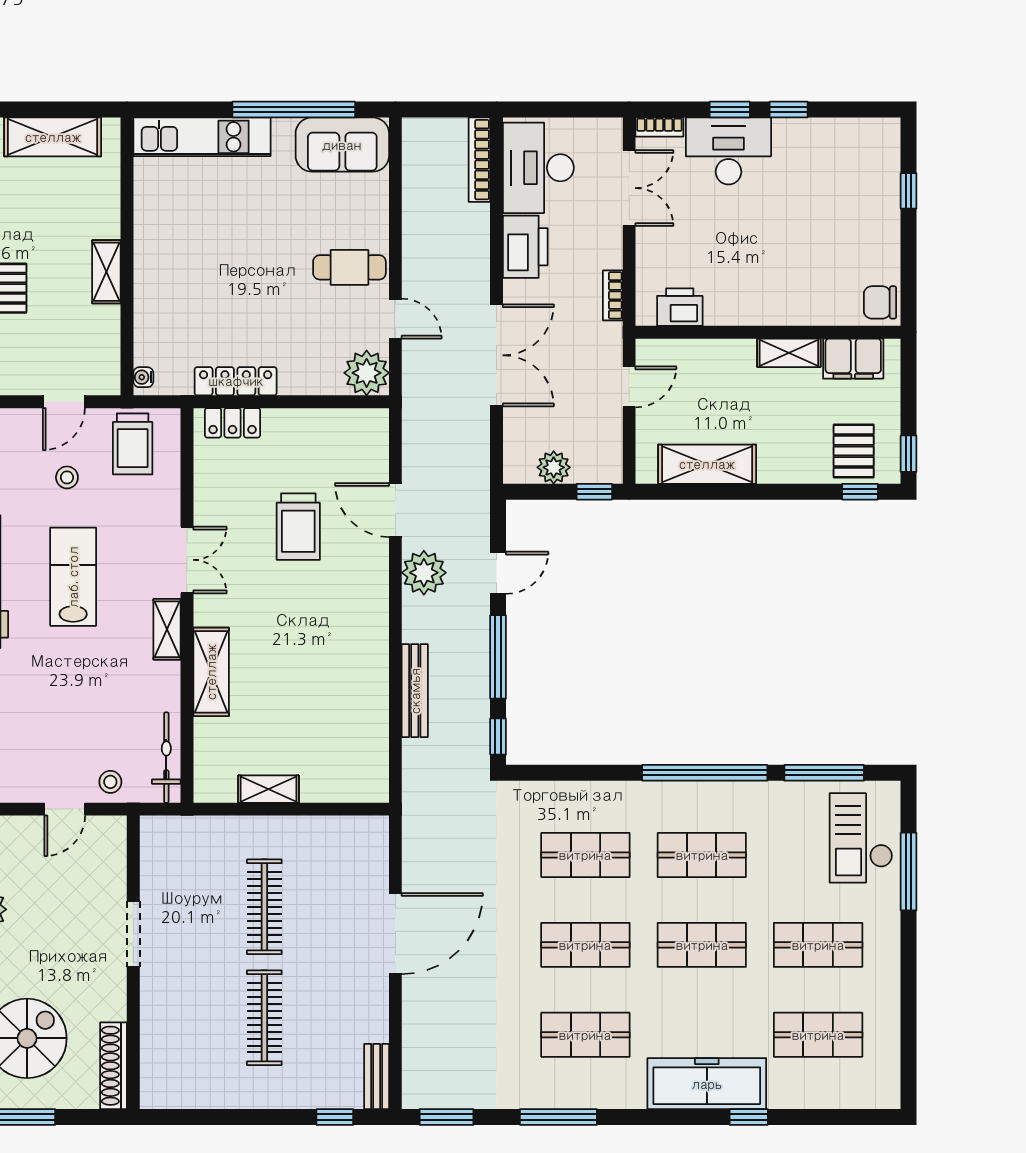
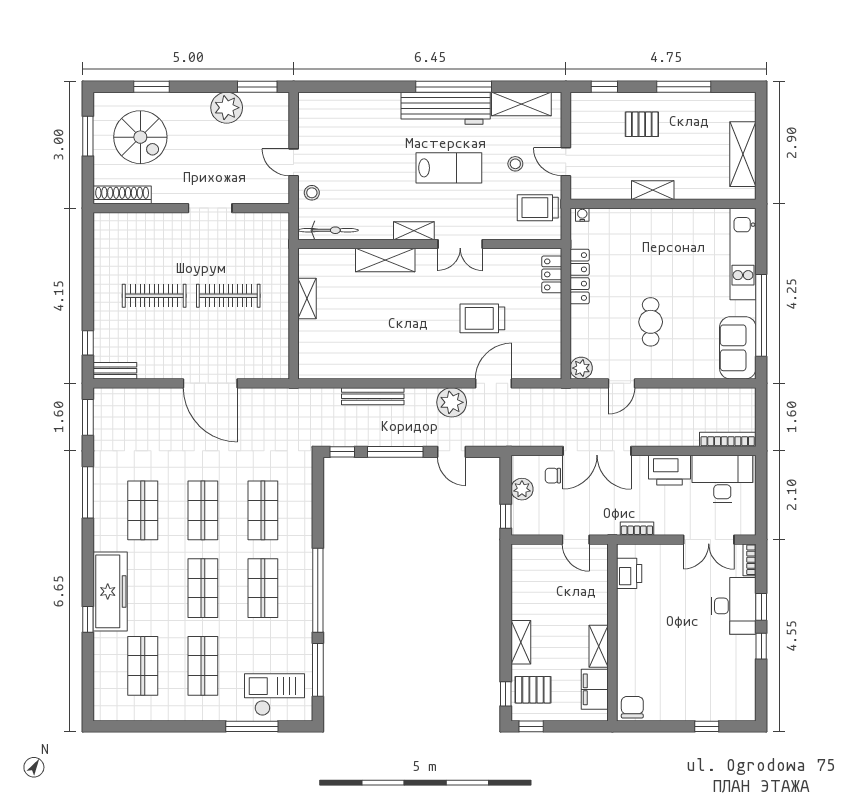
cafe table: (349, 267) -> (651, 322), moved
plant: (367, 373) -> (581, 368), width x0.73, depth x0.73
chair: (533, 421) -> (553, 476), added
shelving: (707, 464) -> (521, 642), moved, width x0.67, depth x0.75

